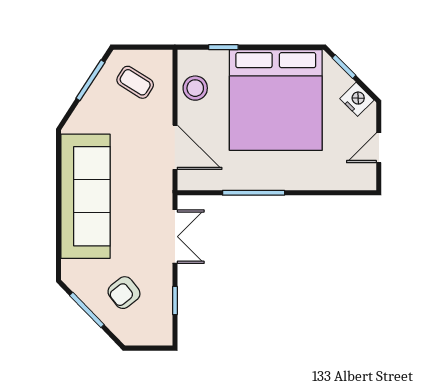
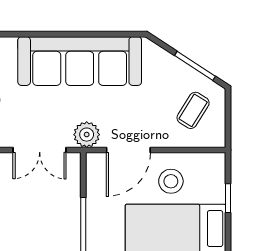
stool: (195, 88) -> (171, 181), moved
plant: (159, 189) -> (87, 135), added

